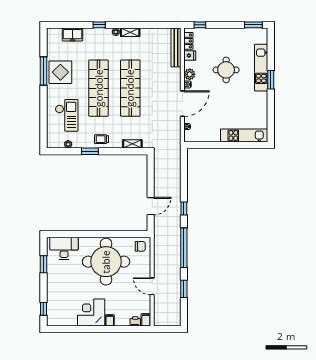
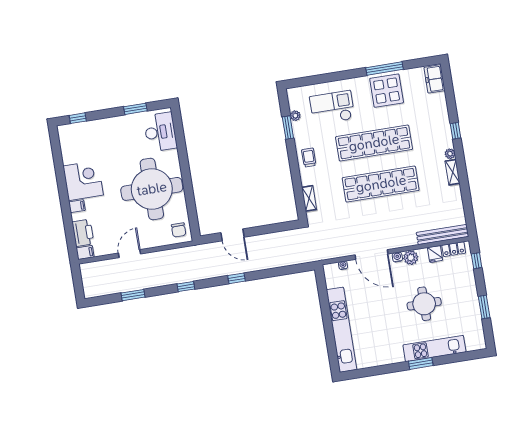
window: (253, 25) -> (484, 307), moved
freezer: (73, 35) -> (434, 79), moved
checkout: (67, 115) -> (332, 108), turned 180
kitchen unit: (244, 135) -> (342, 330), width x1.36
window: (90, 151) -> (288, 127), moved
window: (184, 248) -> (186, 287), width x0.32
printer: (135, 321) -> (83, 233), width x1.87, depth x1.48

